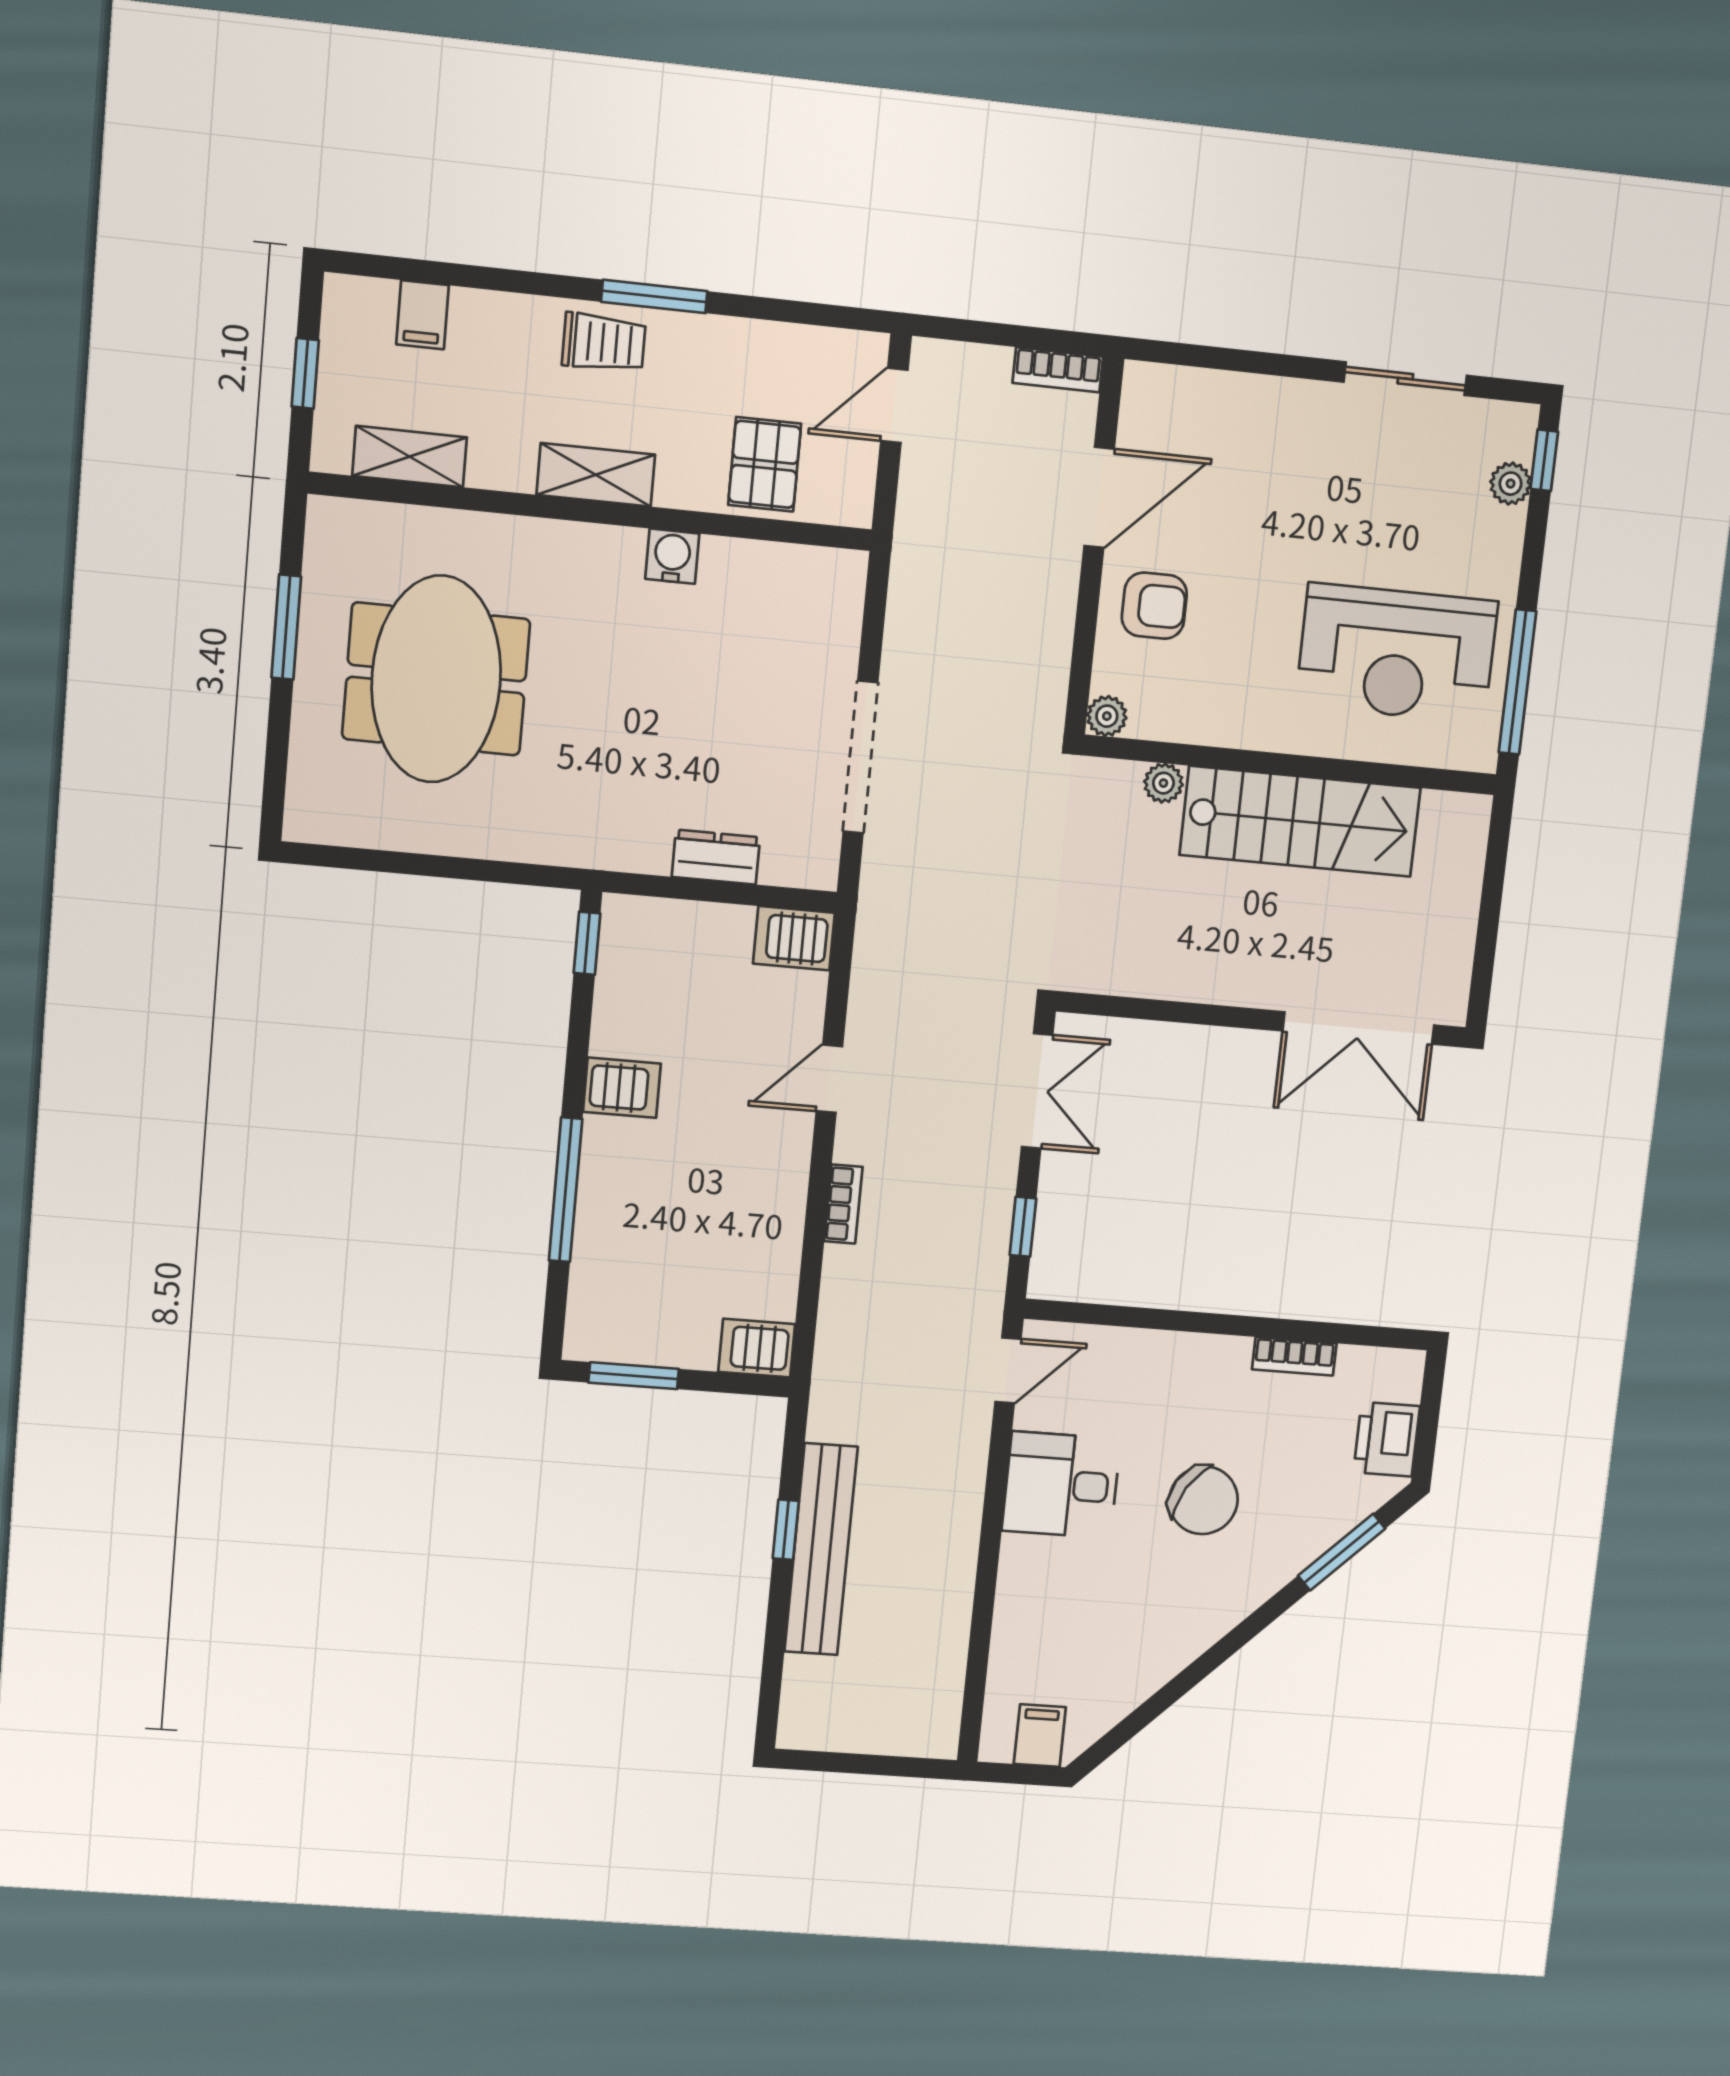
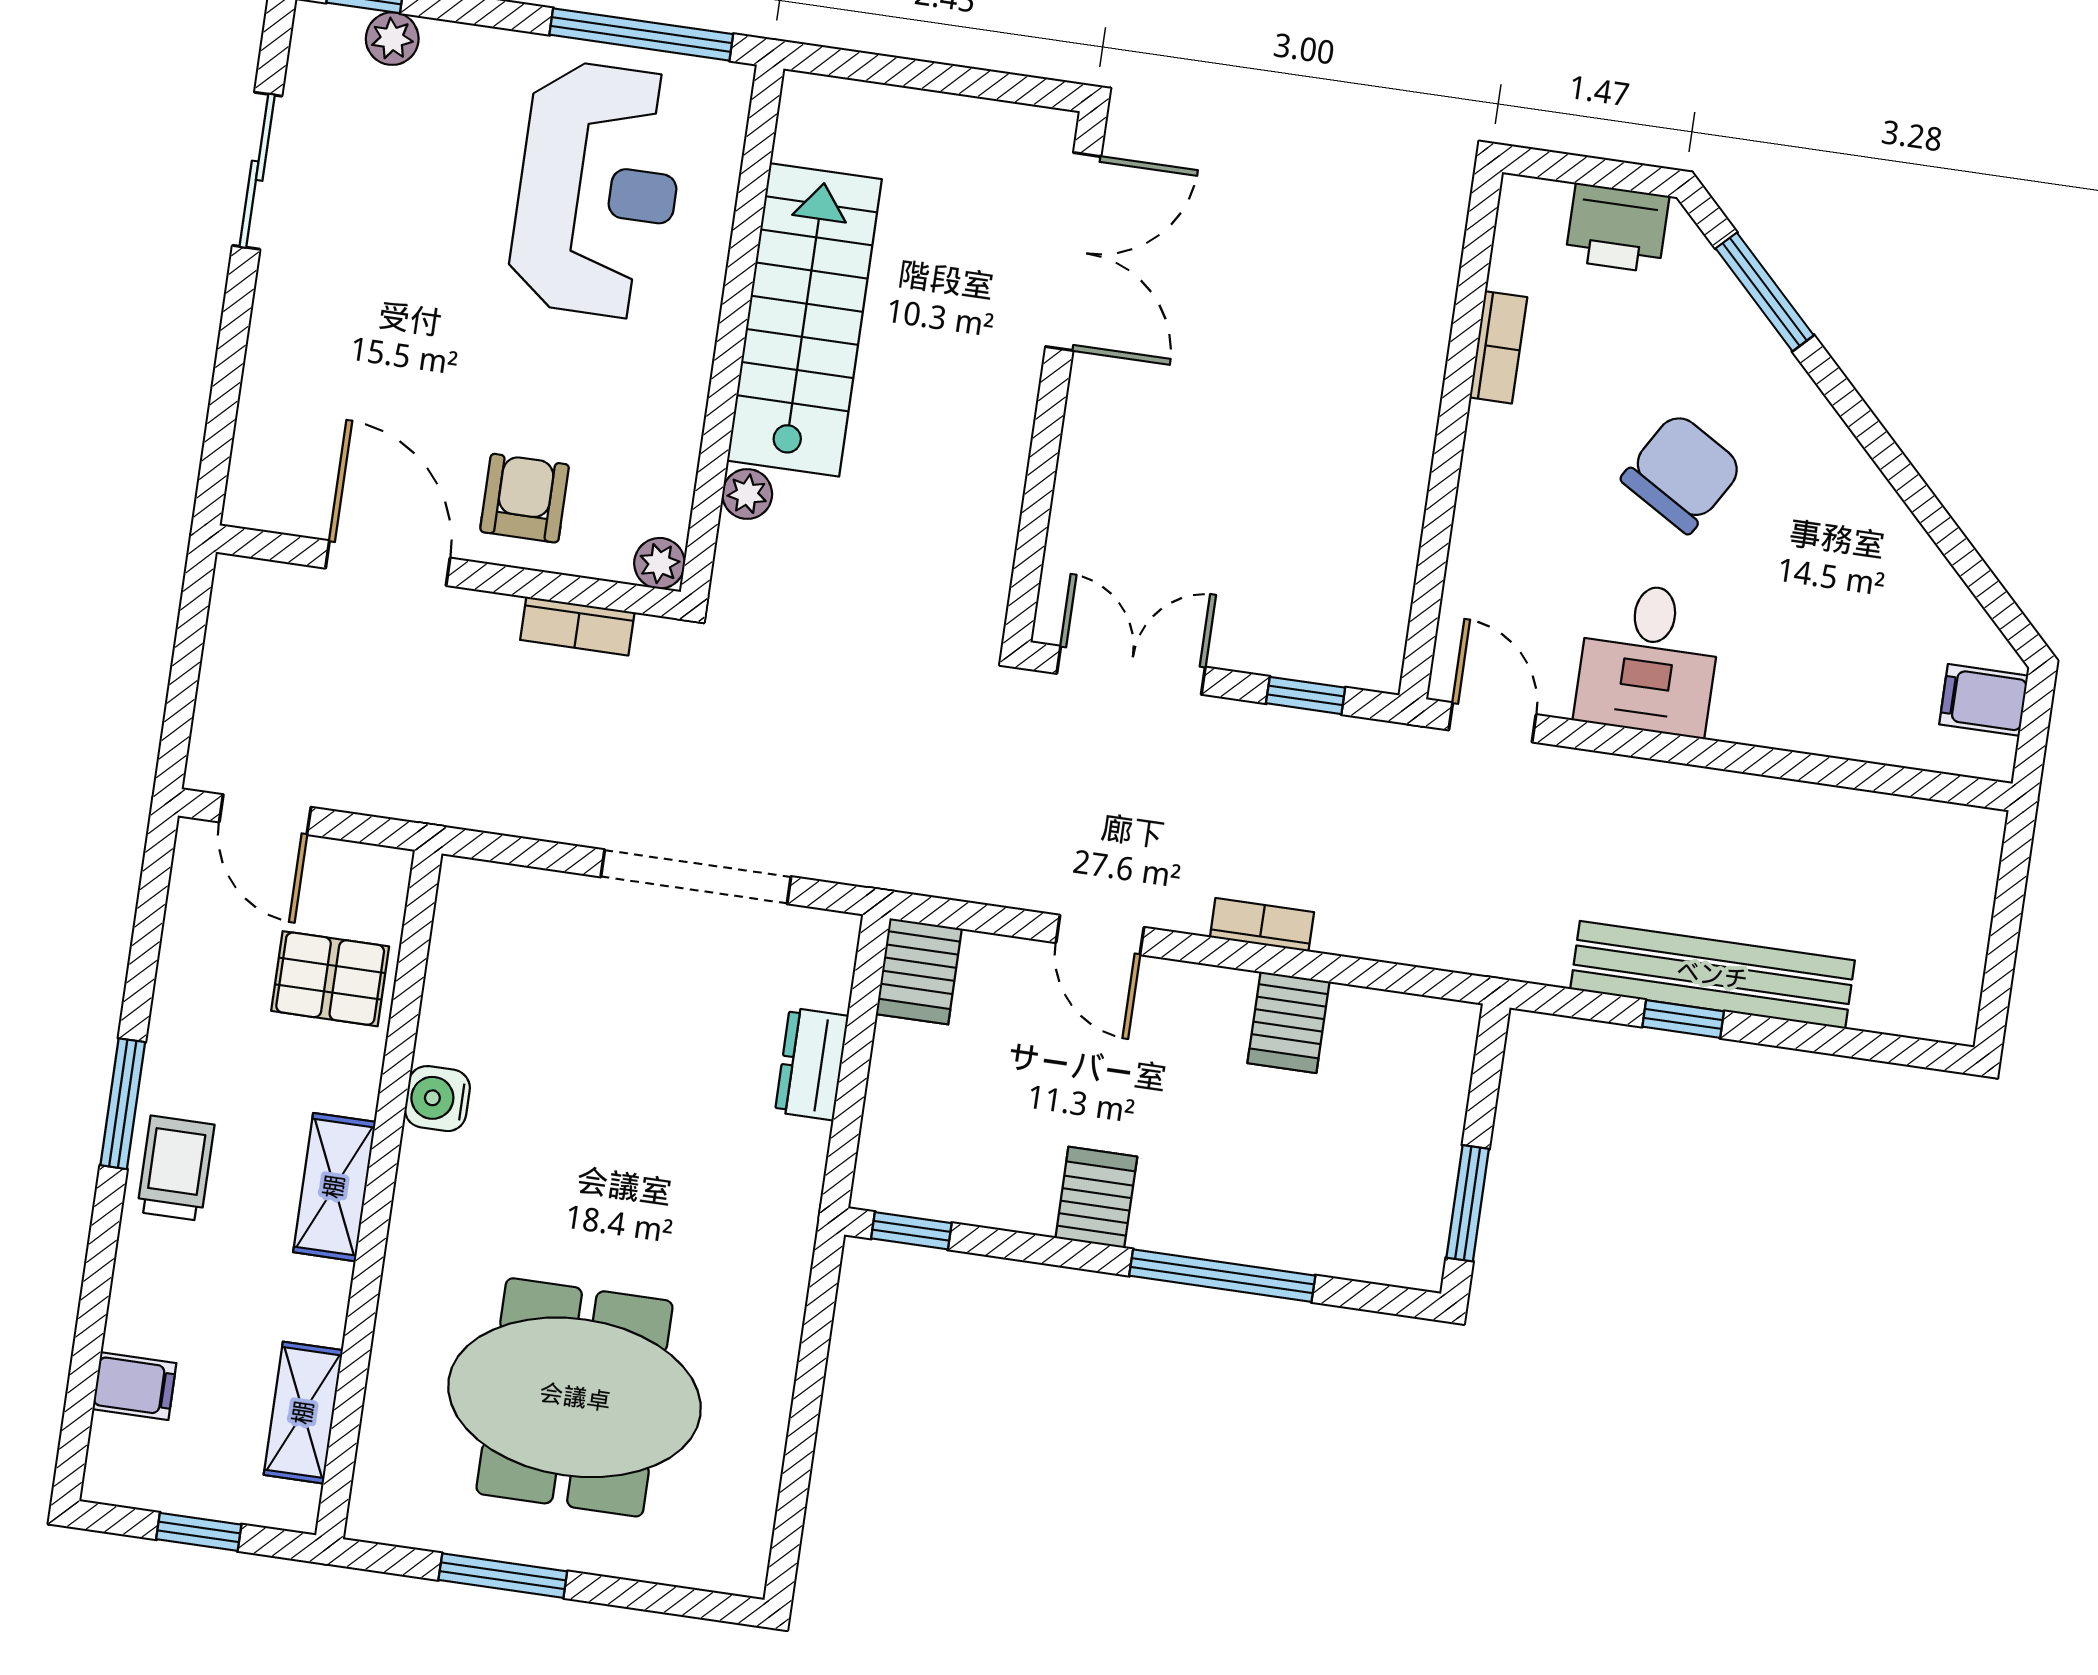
bookcase: (1058, 370) -> (577, 626), moved, turned 90
server rack: (757, 1348) -> (1288, 1022), moved

